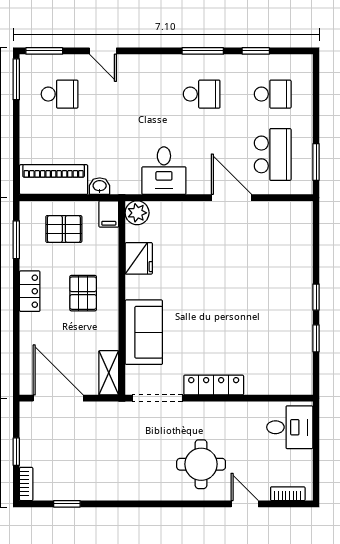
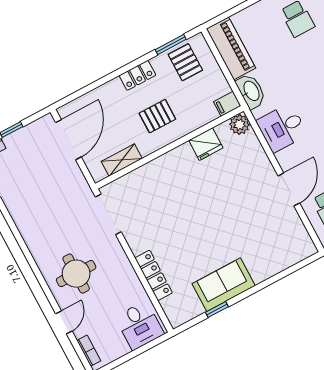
washbasin: (100, 186) -> (251, 91), width x1.91, depth x1.45
pallet: (64, 229) -> (185, 62), moved
window: (316, 297) -> (248, 293), removed
sofa: (144, 332) -> (224, 285), moved, turned 180
shelving: (109, 373) -> (122, 160), moved
locker: (214, 385) -> (154, 275), moved

